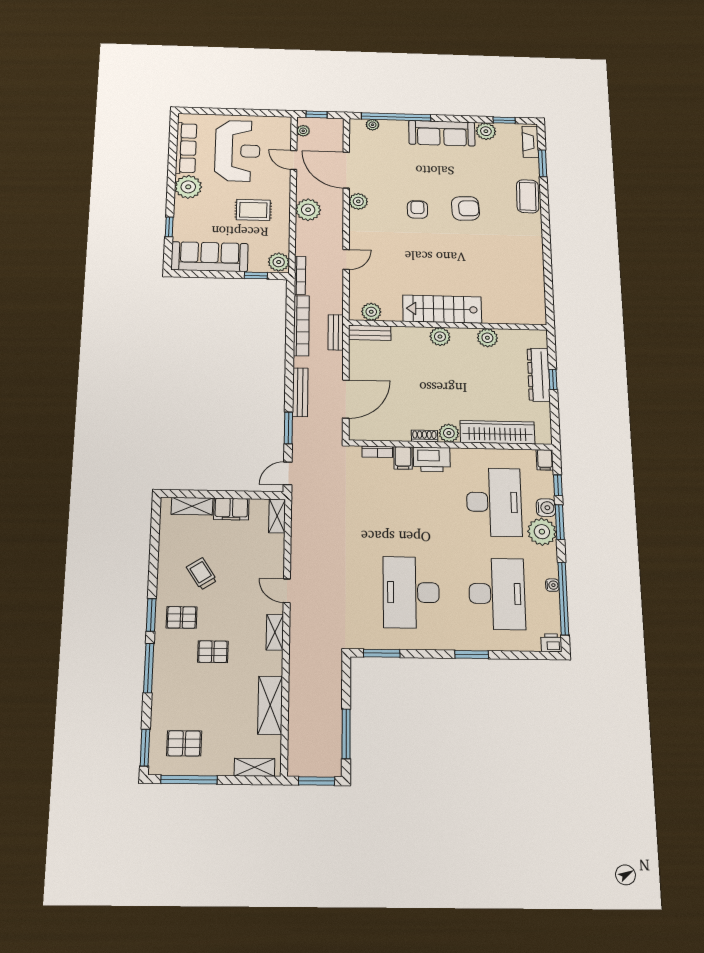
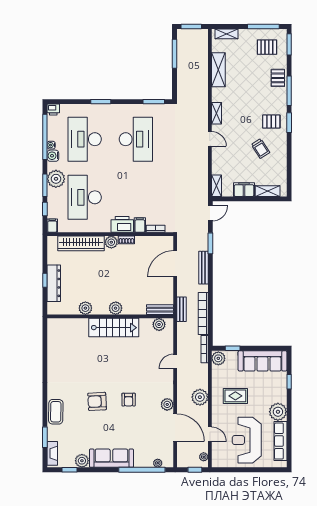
water cooler: (546, 508) -> (53, 156), moved
pallet: (213, 652) -> (278, 78), moved, turned 90

